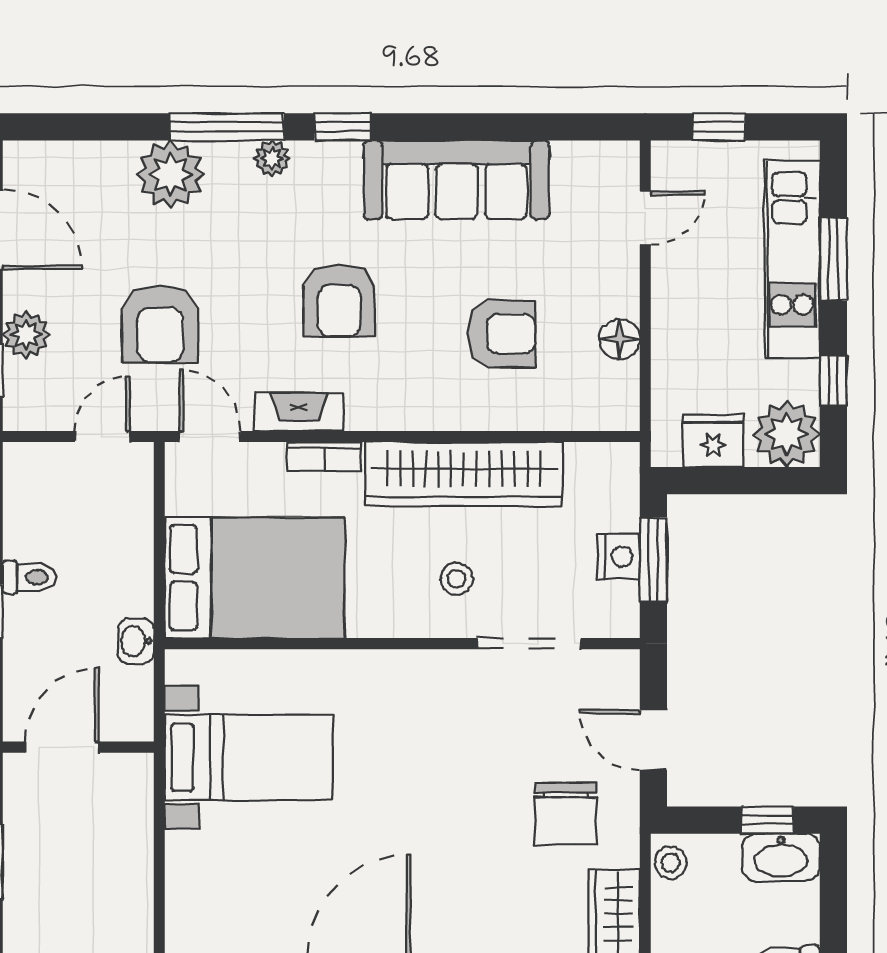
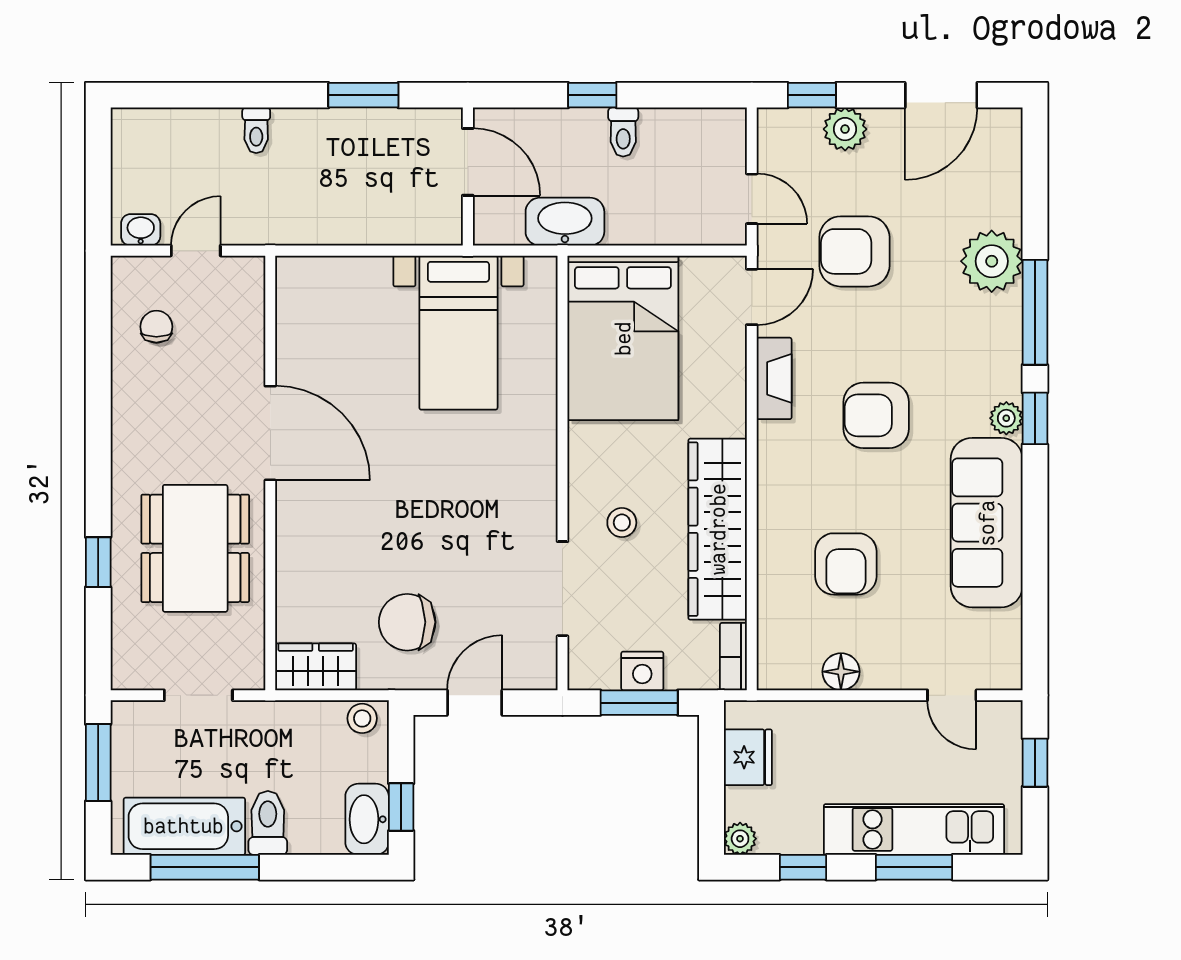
plant: (272, 158) -> (1006, 418), moved
plant: (787, 434) -> (740, 839), width x0.53, depth x0.53
bookcase: (324, 457) -> (733, 657), moved
washbasin: (136, 641) -> (565, 222), width x1.91, depth x1.45

